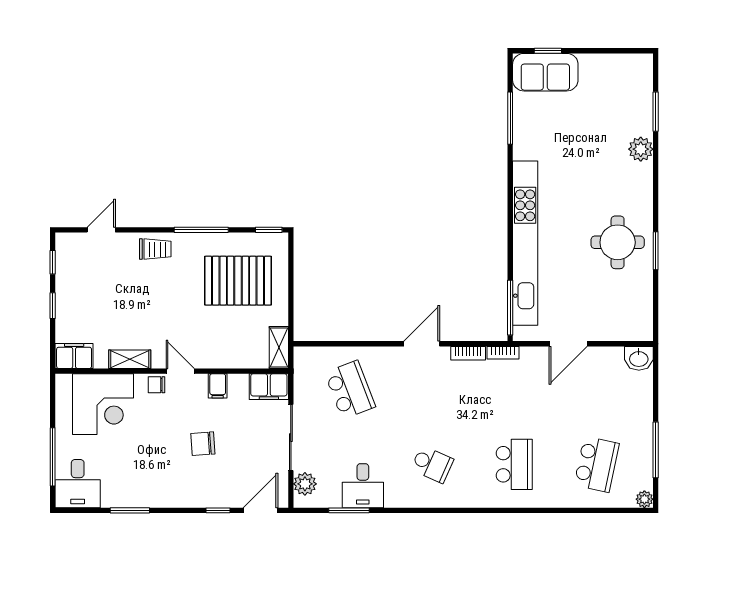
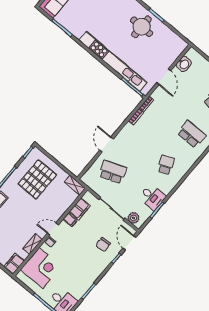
door: (422, 344) -> (106, 145), moved
washbasin: (639, 358) -> (184, 64), moved
filing cabinet: (269, 387) -> (80, 209), moved
chair: (203, 444) -> (103, 245), moved
school desk: (432, 464) -> (166, 165), turned -48

